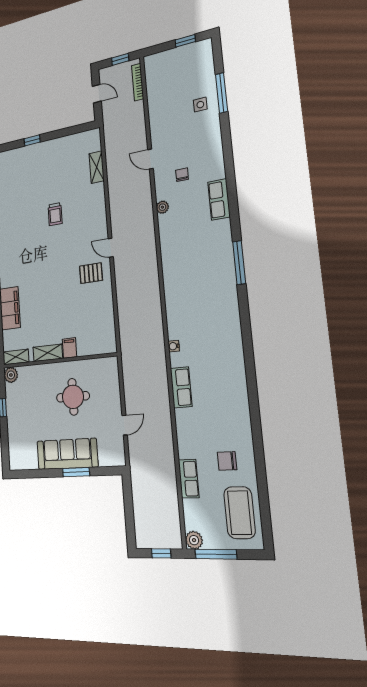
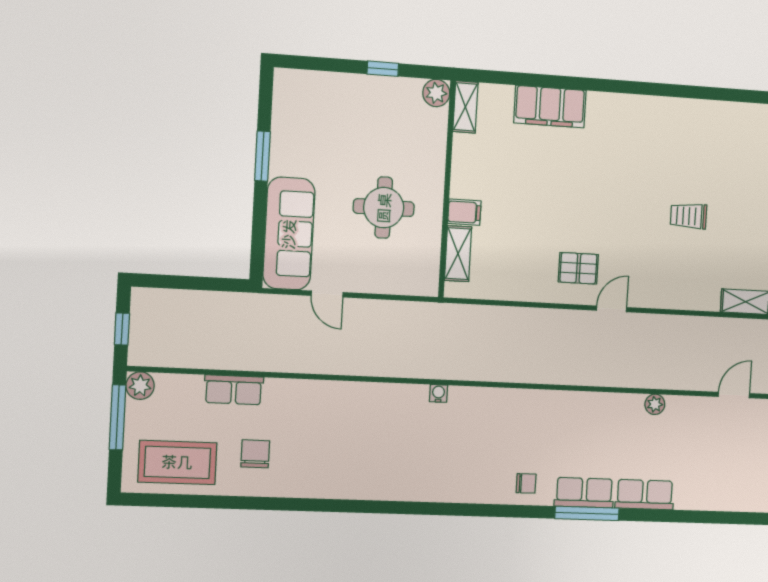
chair: (182, 175) -> (526, 483), moved
window: (239, 263) -> (587, 513), moved
pallet: (91, 273) -> (578, 268), turned 90
shelving: (48, 353) -> (458, 254), moved
row of seats: (181, 387) -> (584, 493), moved, turned 180
sofa: (67, 454) -> (289, 234), moved
window: (76, 472) -> (262, 156), moved

